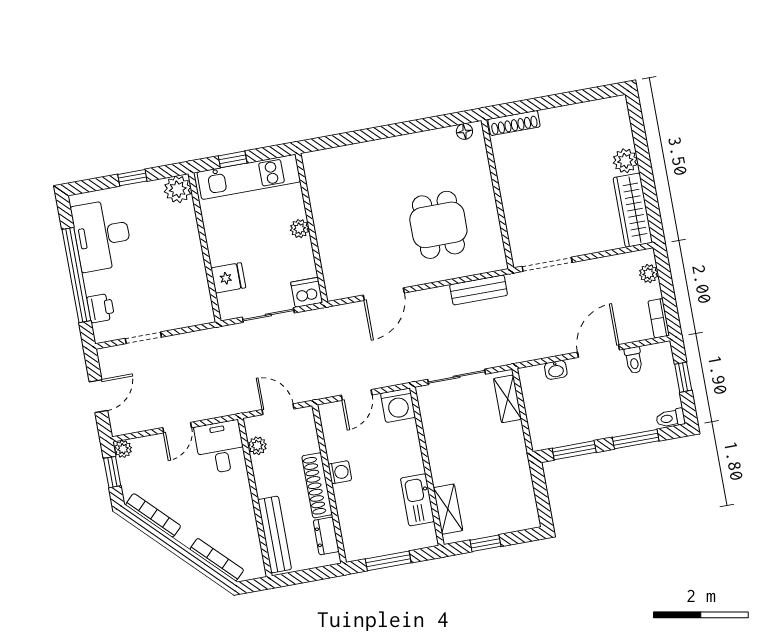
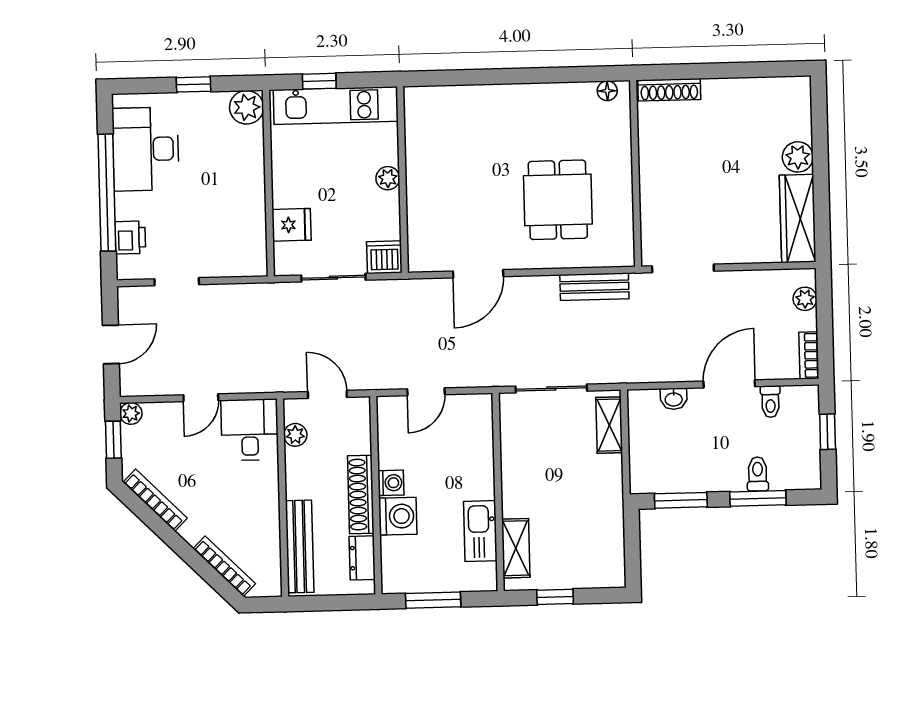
washing machine: (398, 405) -> (398, 516), moved, turned -90
toilet: (671, 418) -> (758, 474), moved, turned 90

